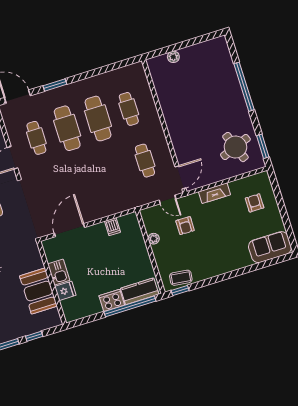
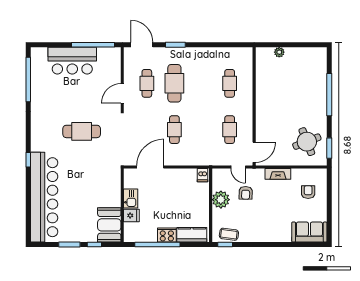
cafe table: (98, 119) -> (174, 130), moved, width x0.73, depth x0.74
dishwasher: (112, 227) -> (203, 175), moved
plant: (154, 239) -> (221, 200), width x1.88, depth x1.88
booth: (38, 291) -> (109, 225), moved
window: (130, 306) -> (157, 245), moved

